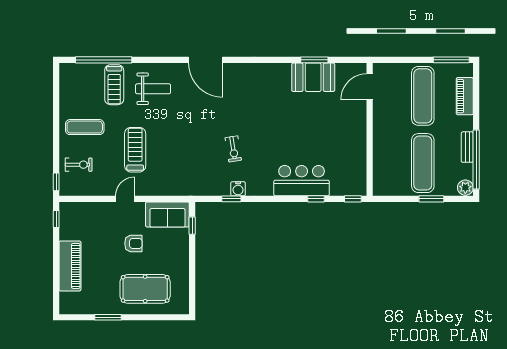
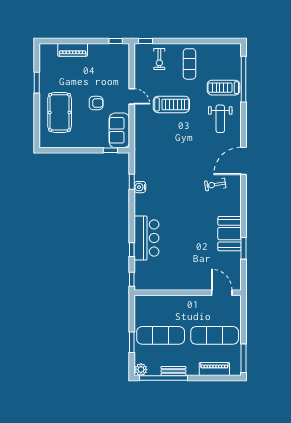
booth: (313, 77) -> (230, 234), moved
exercise bike: (233, 149) -> (215, 185), moved
armchair: (133, 243) -> (96, 103), turned -90
piano: (70, 266) -> (73, 50), width x0.73, depth x0.75

